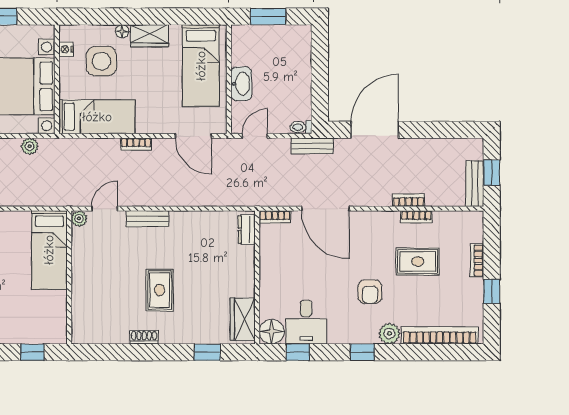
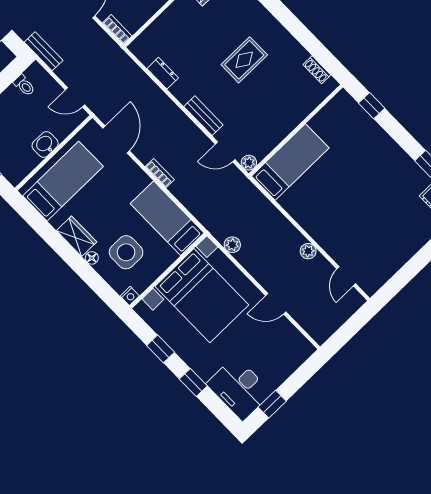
nightstand: (66, 49) -> (130, 296), moved
washbasin: (241, 84) -> (45, 144), width x0.72
toilet: (301, 127) -> (24, 85), moved
dresser: (247, 229) -> (163, 73), moved, turned -90
shoe rack: (144, 337) -> (317, 70), moved

